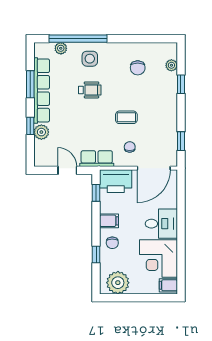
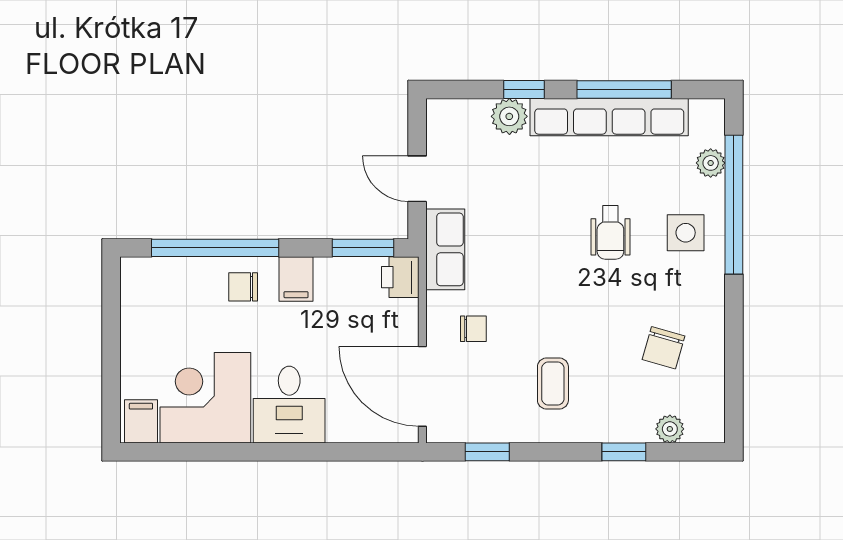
chair: (138, 68) -> (663, 348), turned -74
window: (30, 84) -> (624, 90), width x1.44
coffee table: (126, 117) -> (553, 383), moved
door: (67, 170) -> (417, 179), swing flipped
printer: (116, 181) -> (400, 277), width x0.53, depth x0.68
window: (96, 193) -> (363, 248), width x1.50
window: (96, 254) -> (215, 248), width x3.17
plant: (118, 283) -> (147, 300), removed

